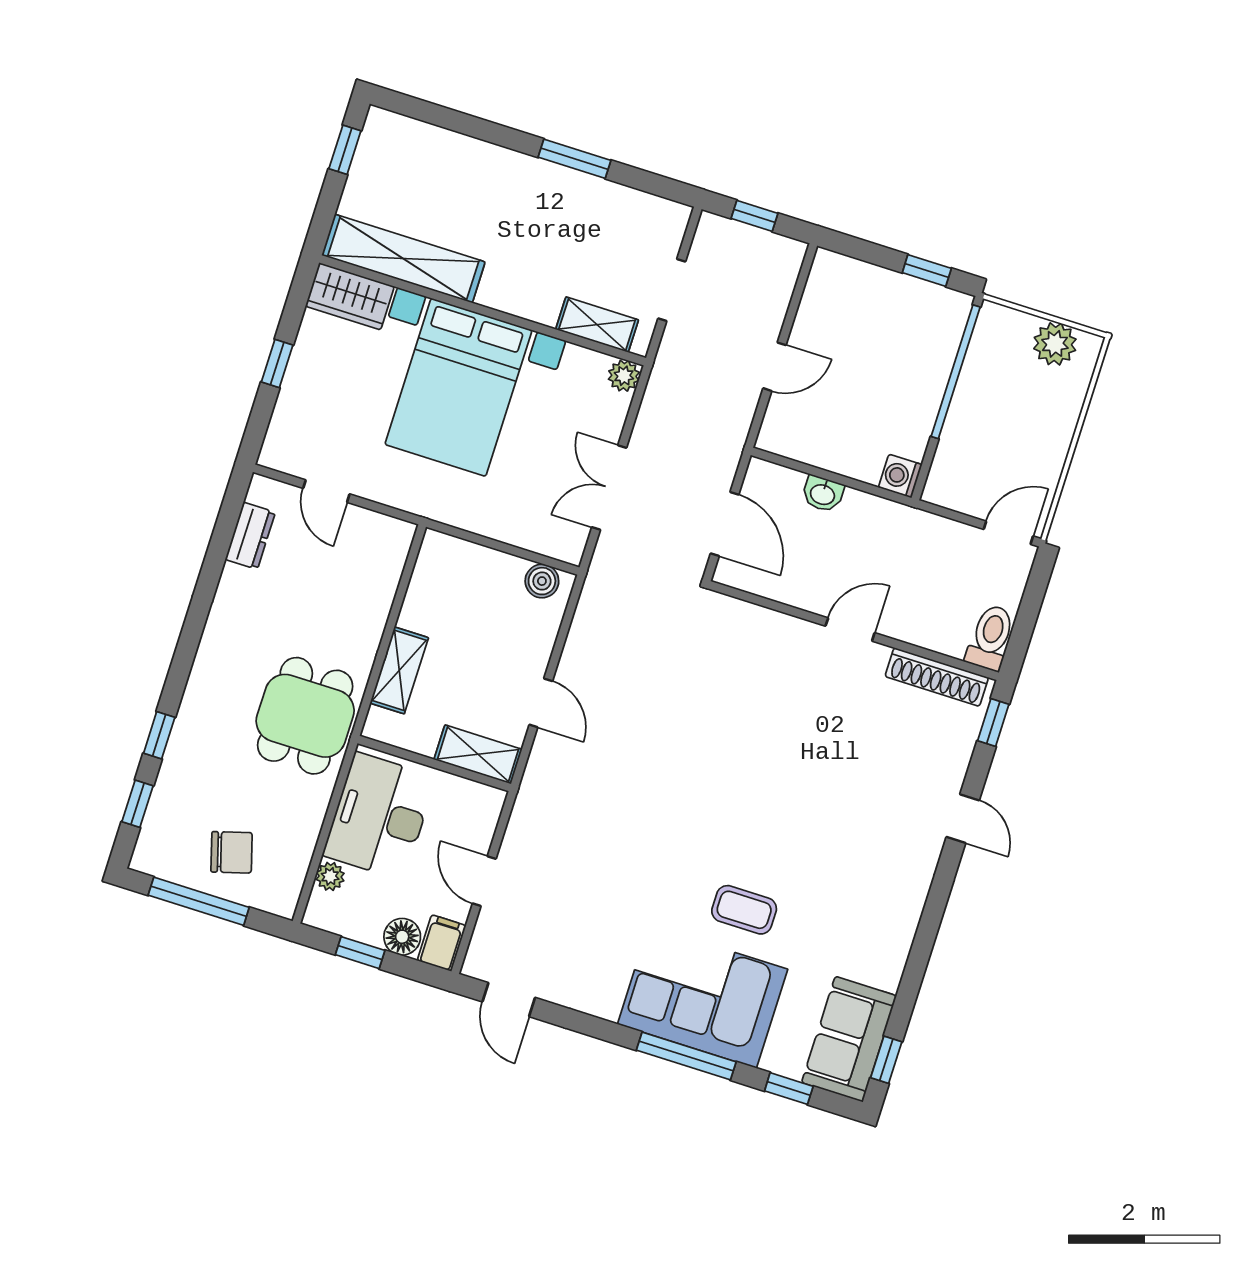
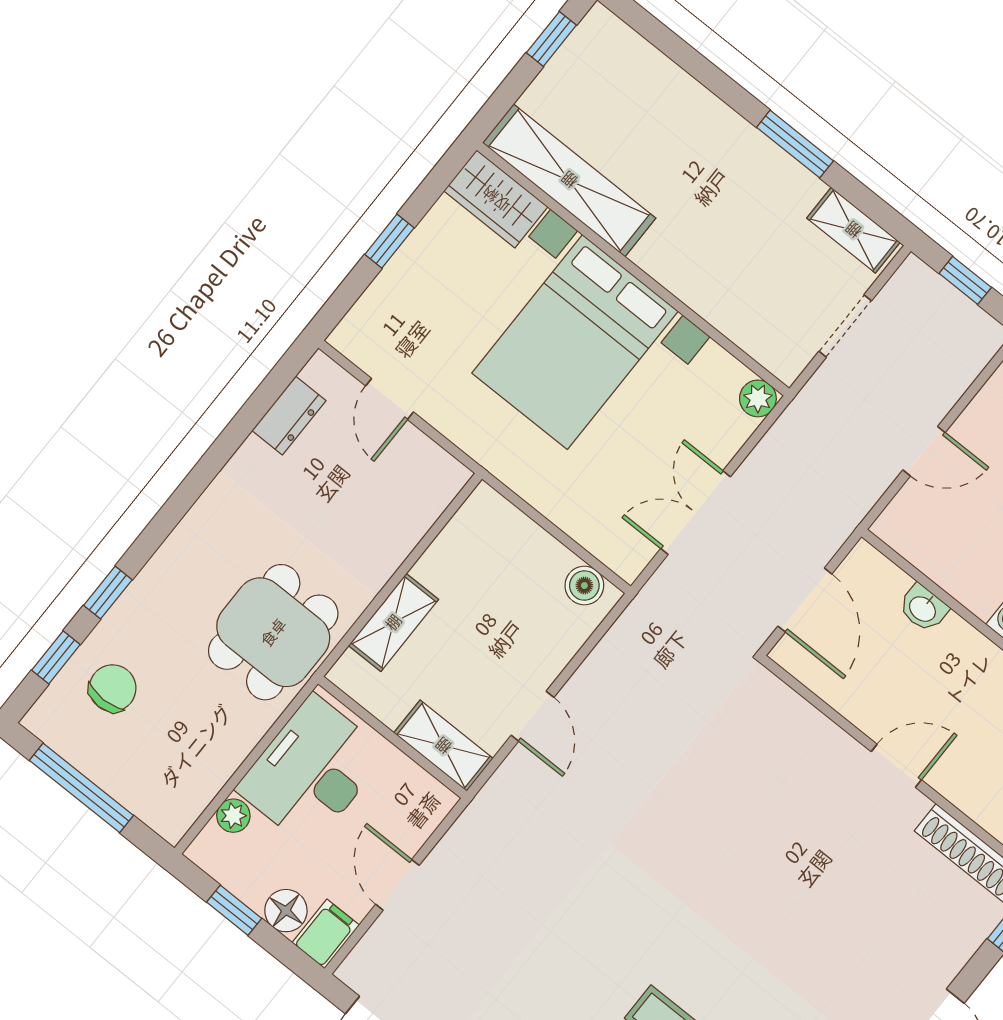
shelving: (597, 325) -> (853, 230), moved
chair: (232, 852) -> (113, 688), moved, turned -74

